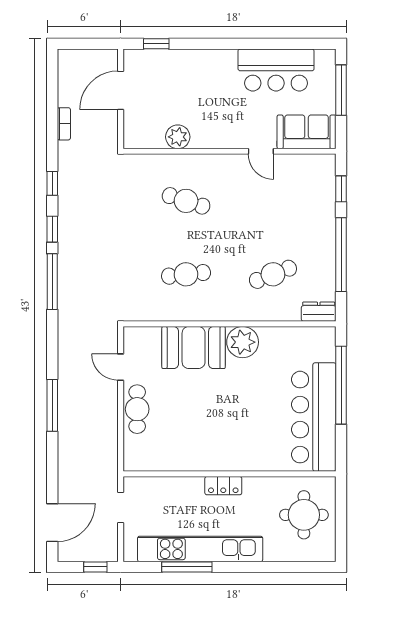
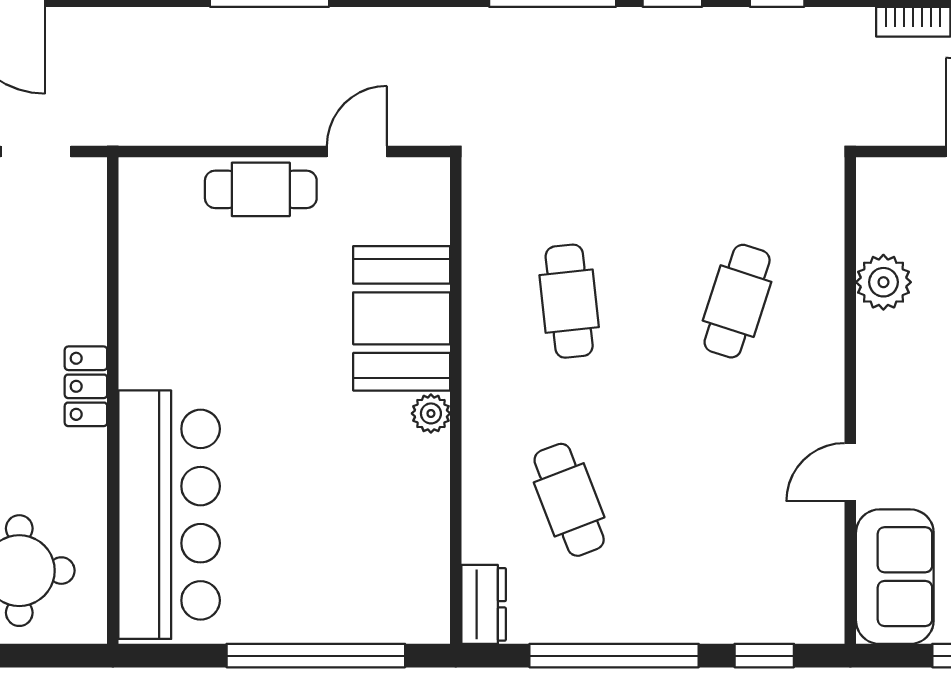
plant: (243, 342) -> (431, 413), width x0.53, depth x0.53
bar counter: (314, 417) -> (169, 515), moved, turned 90

